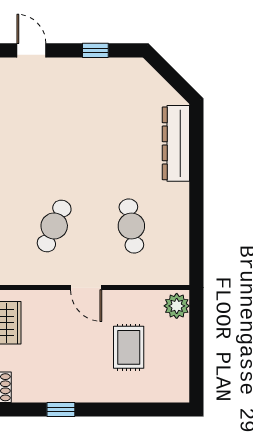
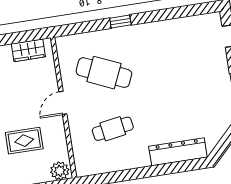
cafe table: (54, 226) -> (104, 73), width x1.37, depth x1.35

